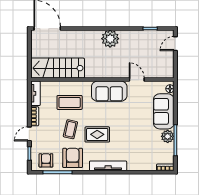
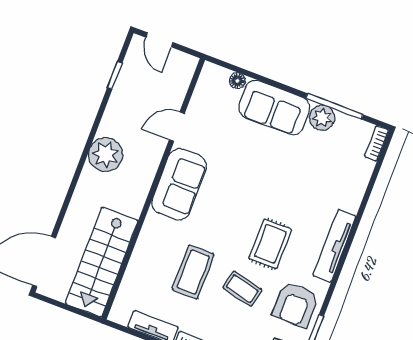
stairs: (58, 68) -> (102, 262), moved
wall: (102, 80) -> (153, 189), moved
door: (137, 80) -> (177, 127), moved
sofa: (109, 91) -> (179, 184), moved
armchair: (73, 158) -> (296, 305), turned -90

